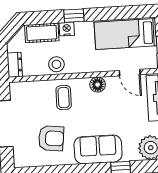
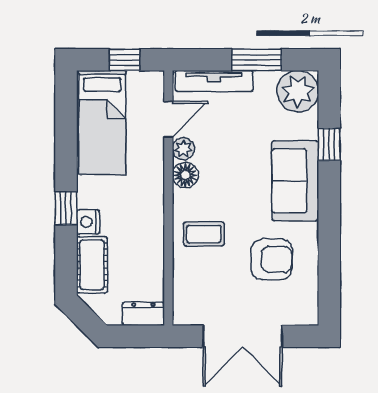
stool: (56, 64) -> (147, 243), removed
plant: (113, 83) -> (183, 149), added
armchair: (51, 138) -> (272, 259), turned 84

